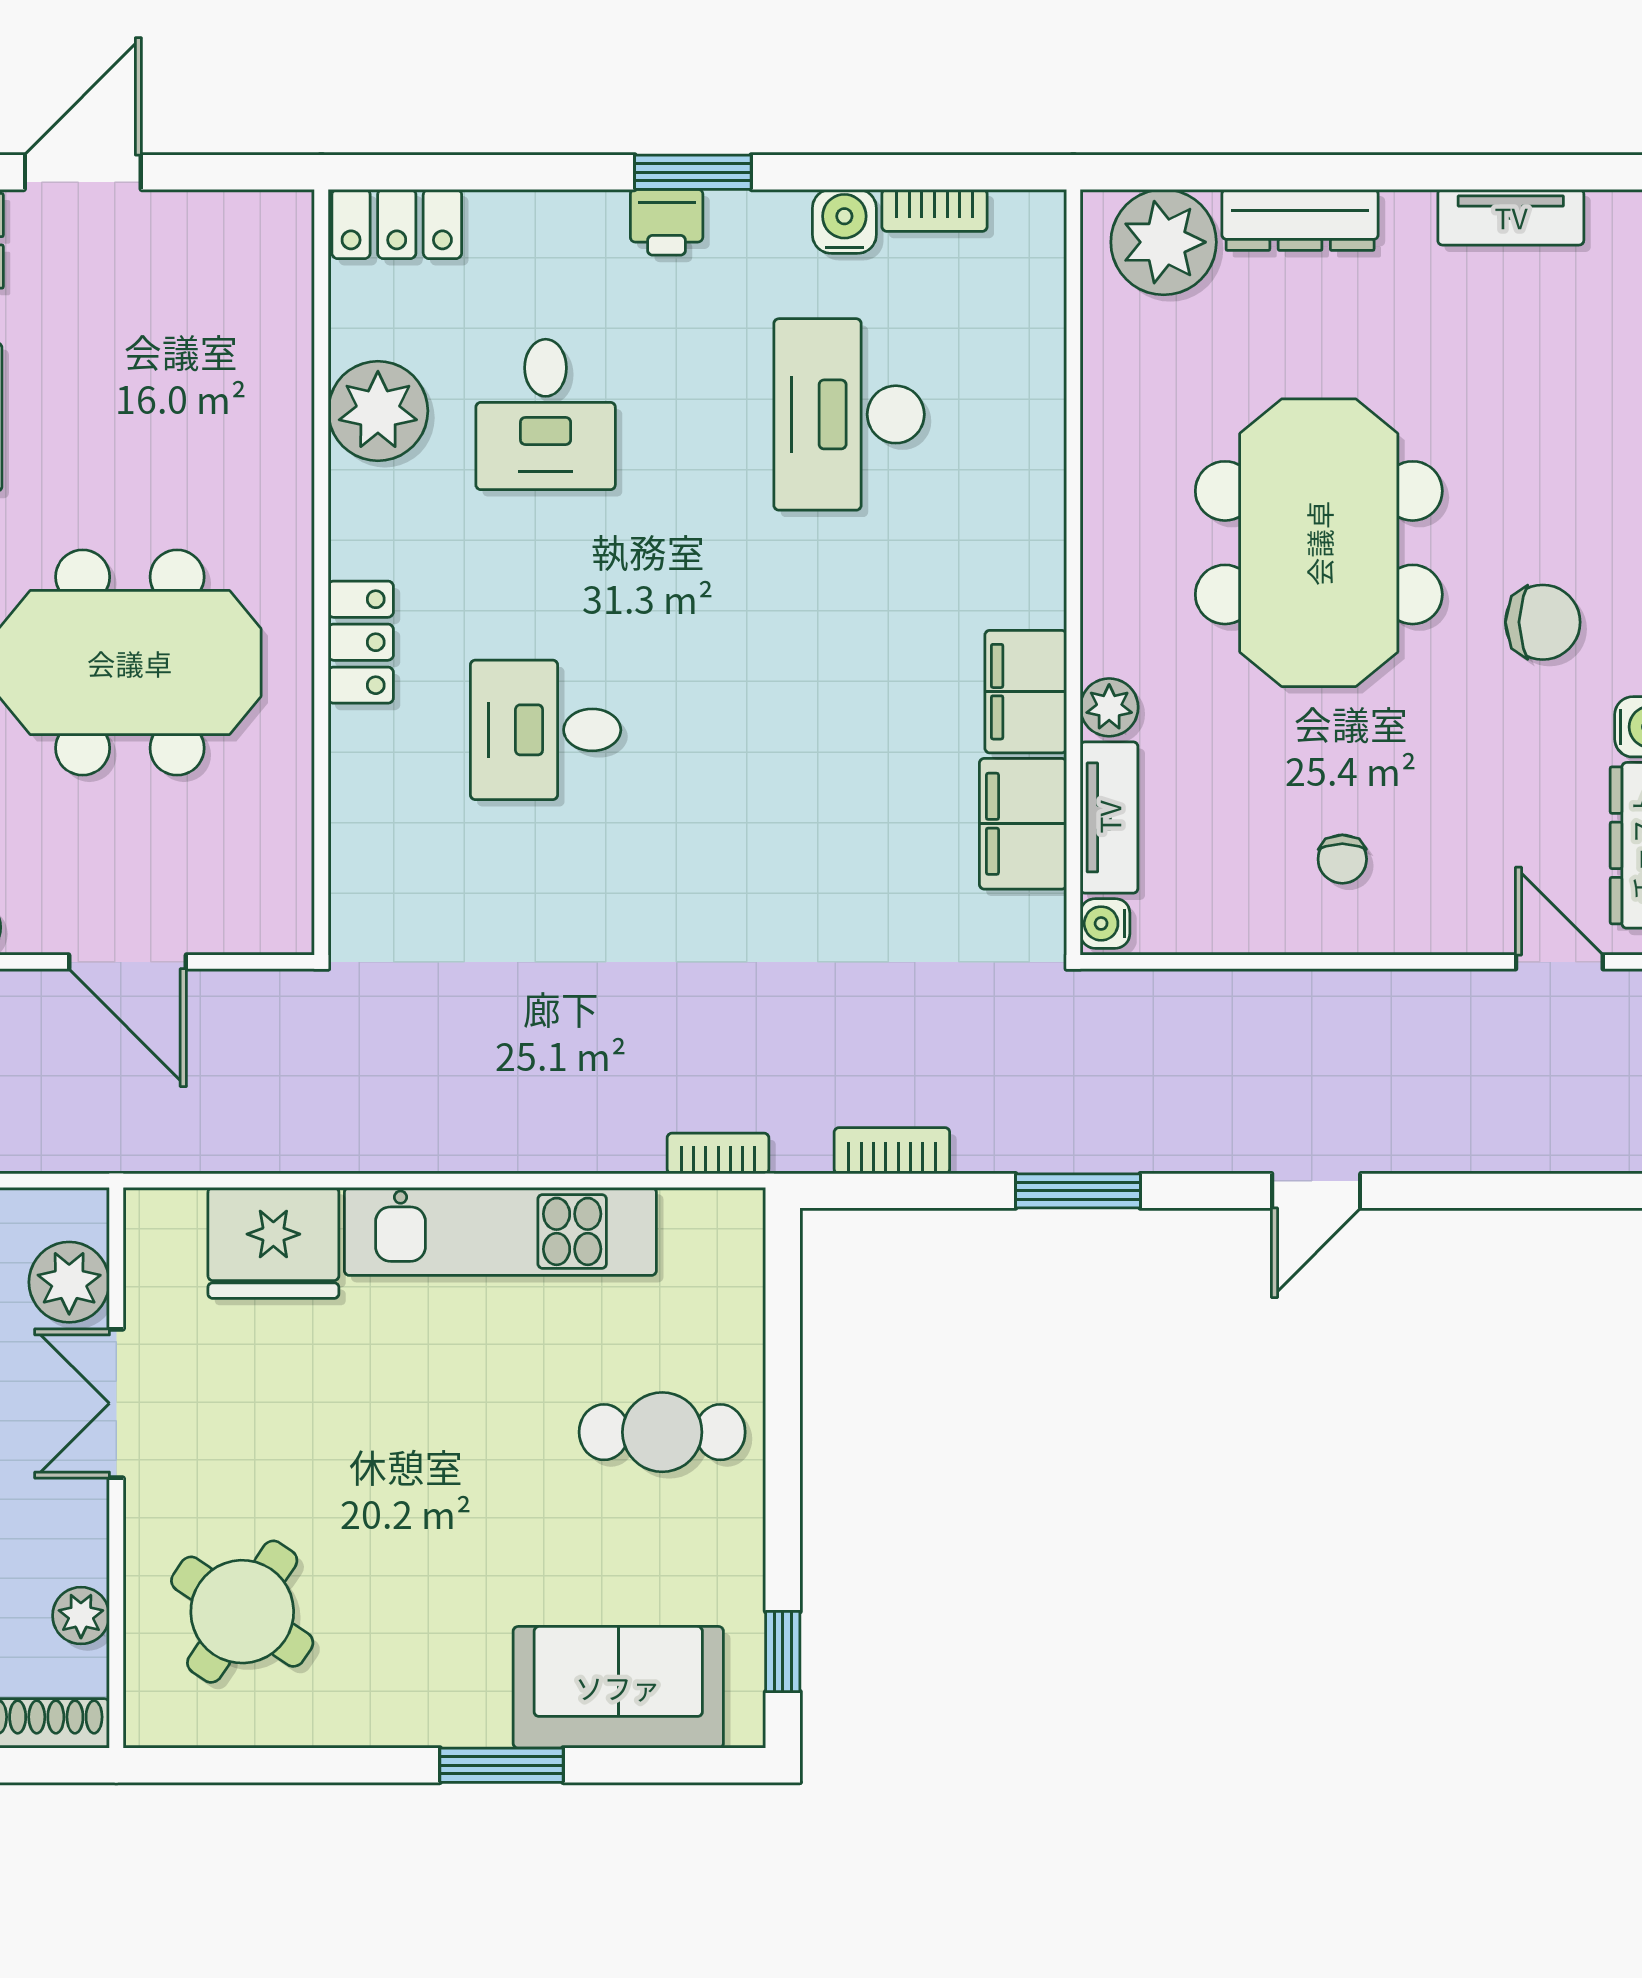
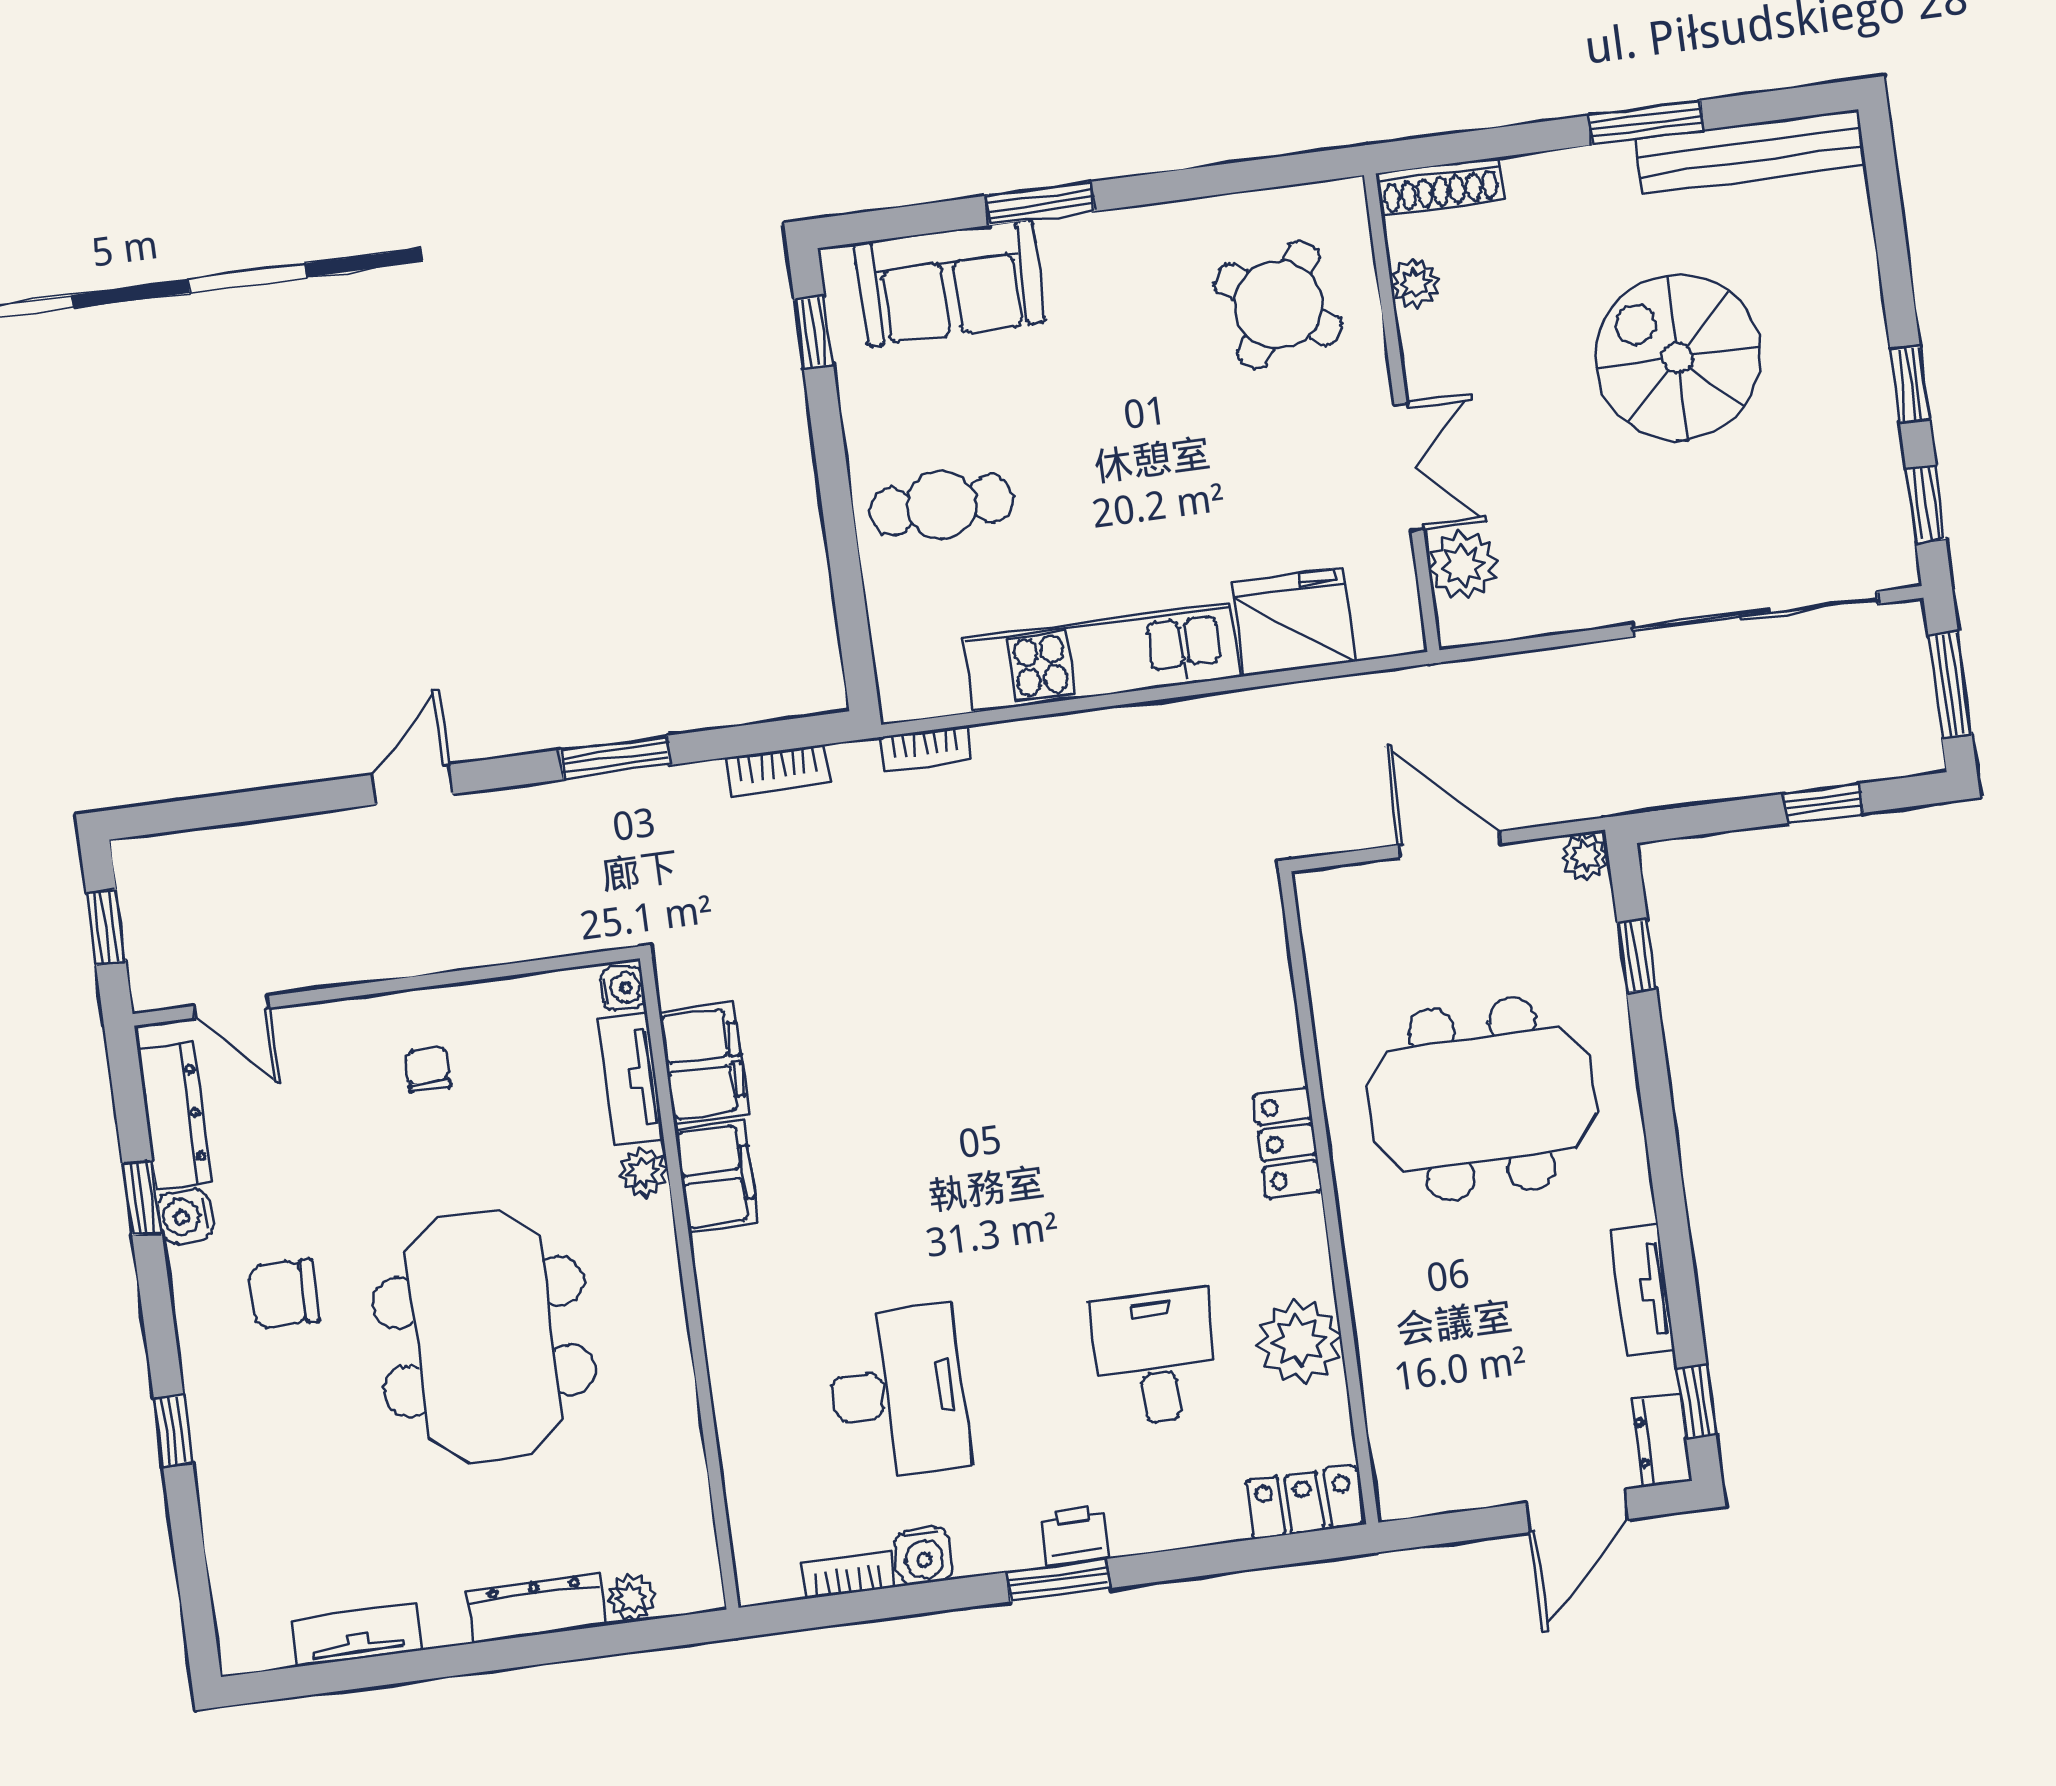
plant: (1164, 242) -> (632, 1598), width x0.53, depth x0.53
desk: (546, 730) -> (1120, 1089), removed

